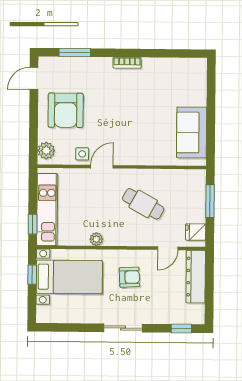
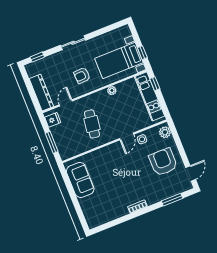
cafe table: (143, 204) -> (92, 124), turned 69

